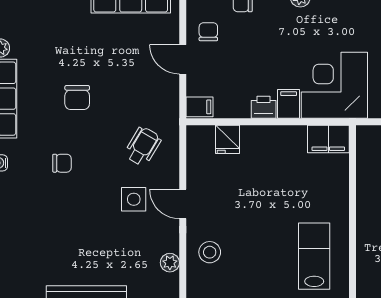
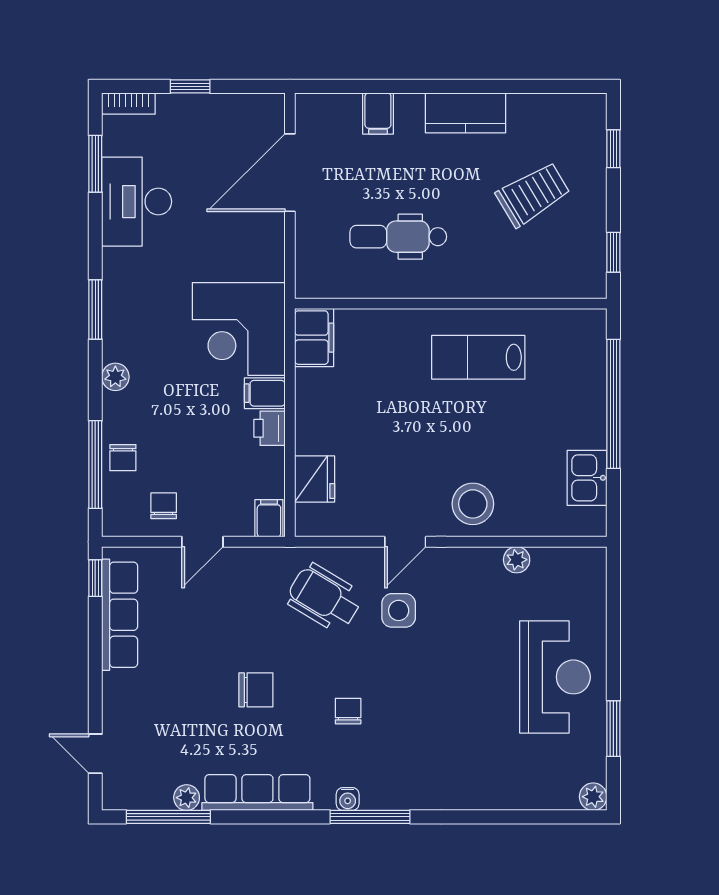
chair: (208, 32) -> (164, 506), turned 90
fridge: (227, 139) -> (315, 479), width x1.38
wheelchair: (143, 146) -> (324, 598), width x1.36, depth x1.37
stool: (210, 252) -> (473, 504), width x1.38, depth x1.38
plant: (170, 263) -> (517, 560), moved

